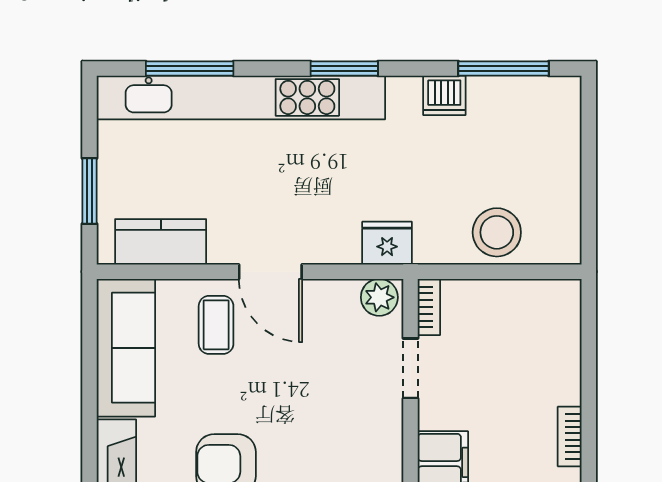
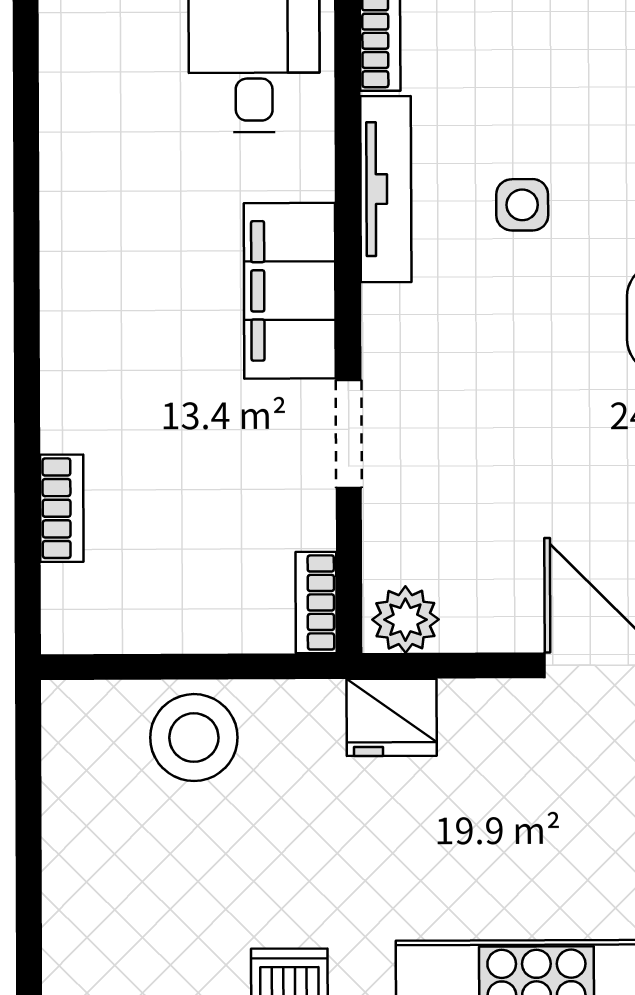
doorway: (410, 368) -> (349, 434), moved
bookcase: (570, 436) -> (62, 508), moved

